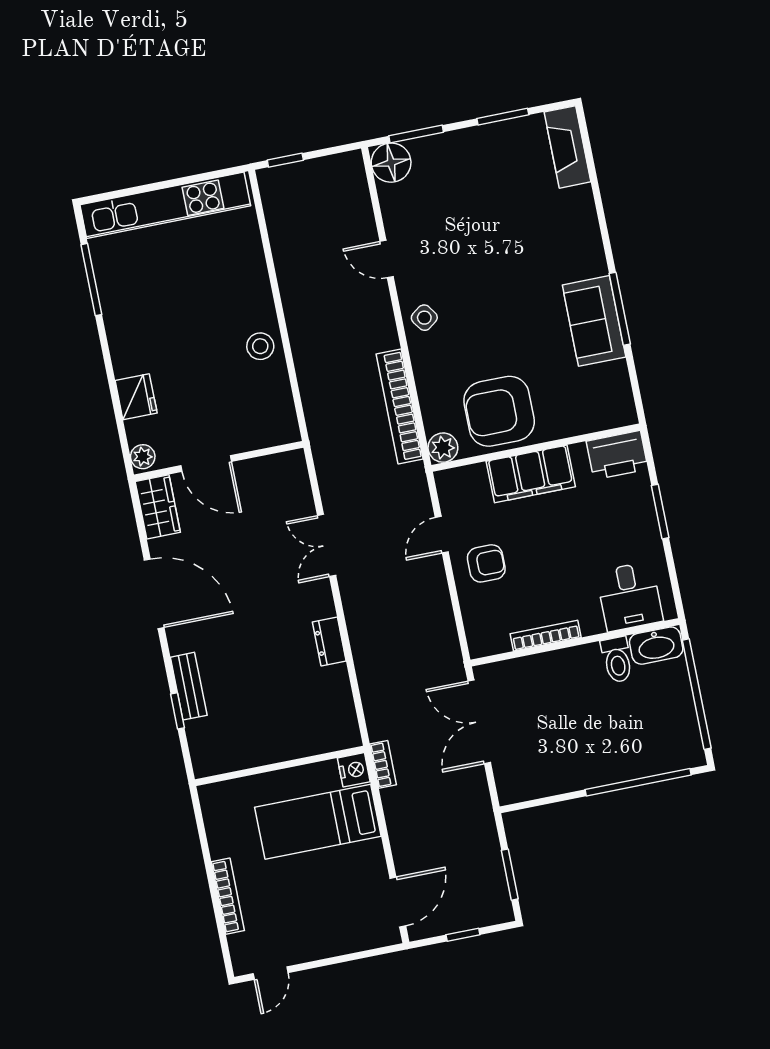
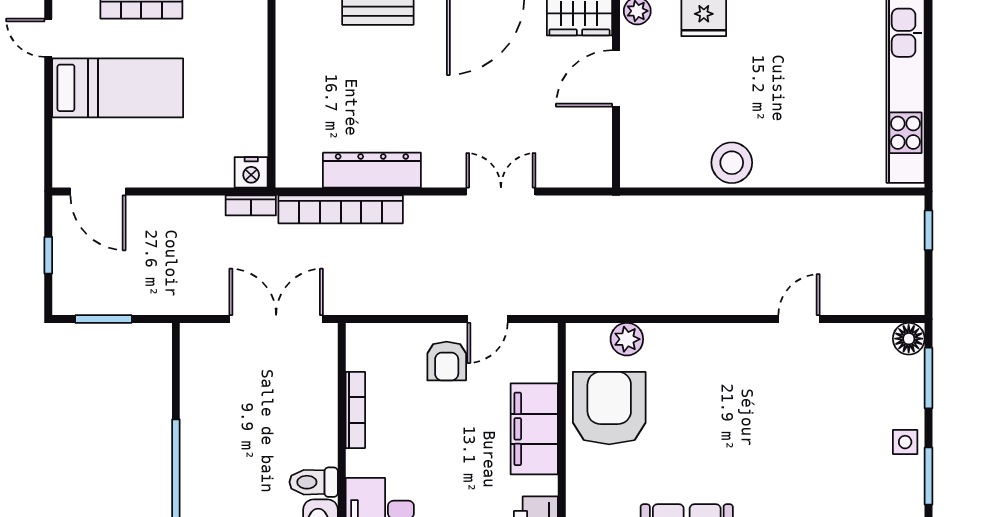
floor lamp: (391, 163) -> (909, 339), width x0.73, depth x0.73
side table: (424, 318) -> (905, 442), moved, turned 36
stool: (260, 346) -> (732, 163), width x1.38, depth x1.38
bookcase: (400, 406) -> (341, 209), moved, turned 180
plant: (443, 448) -> (627, 339), moved
door: (442, 535) -> (488, 319), swing flipped
dresser: (329, 641) -> (372, 170), width x1.96, depth x1.24
bed: (318, 822) -> (118, 88), moved, turned 90

